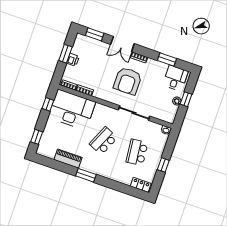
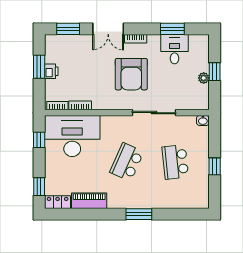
desk: (175, 78) -> (175, 49), moved
window: (86, 175) -> (139, 214), moved
locker: (141, 185) -> (58, 202), moved

